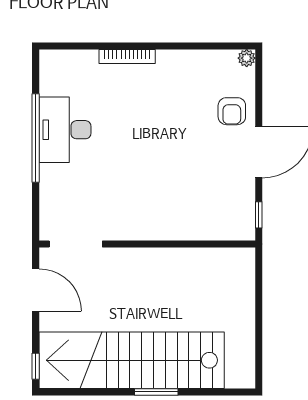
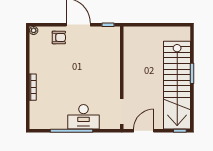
desk: (65, 130) -> (83, 117), moved

